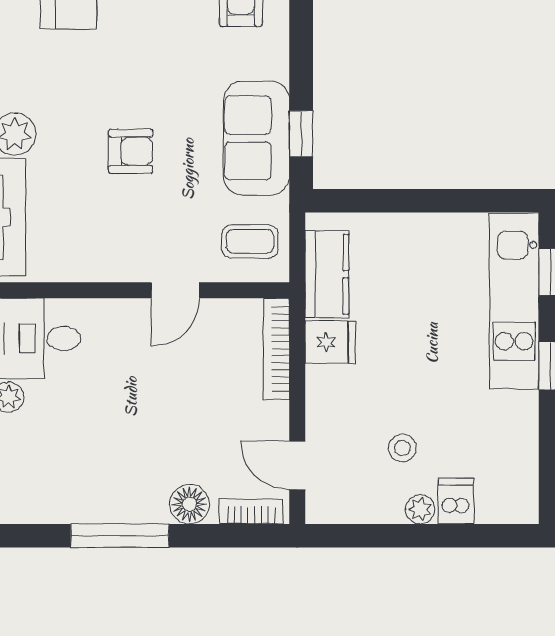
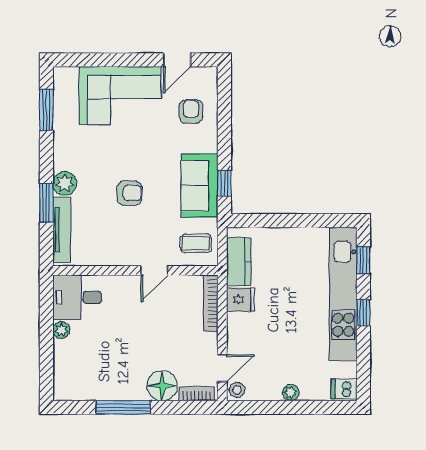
kitchen unit: (514, 301) -> (343, 294), width x1.36
stool: (402, 448) -> (237, 390), moved
door: (297, 465) -> (222, 368), swing flipped
dishwasher: (456, 501) -> (344, 389), moved, turned -90
floor lamp: (189, 504) -> (162, 386), width x1.38, depth x1.38

